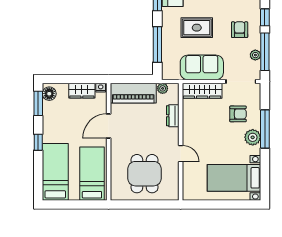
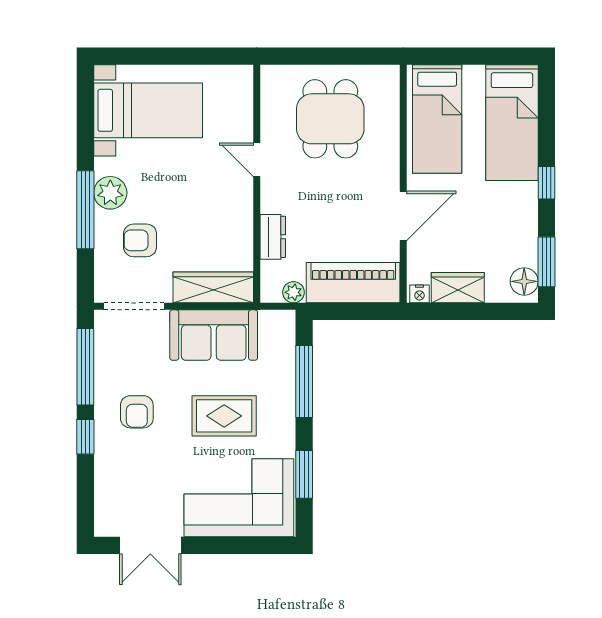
plant: (255, 55) -> (105, 360), removed

